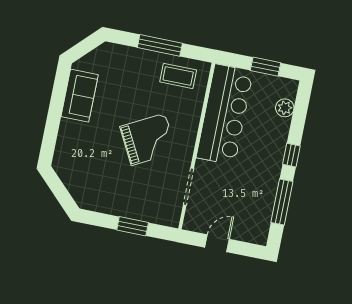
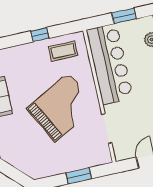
window: (160, 45) -> (40, 35), width x0.46
grand piano: (148, 139) -> (62, 107), width x1.37, depth x1.48

